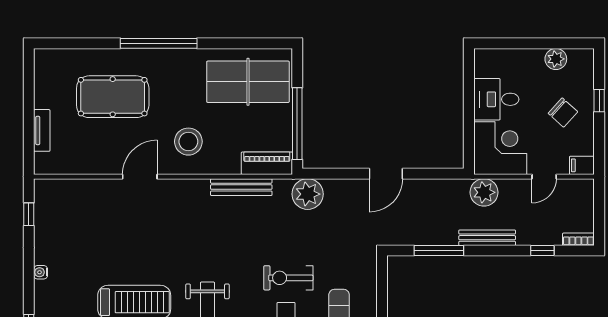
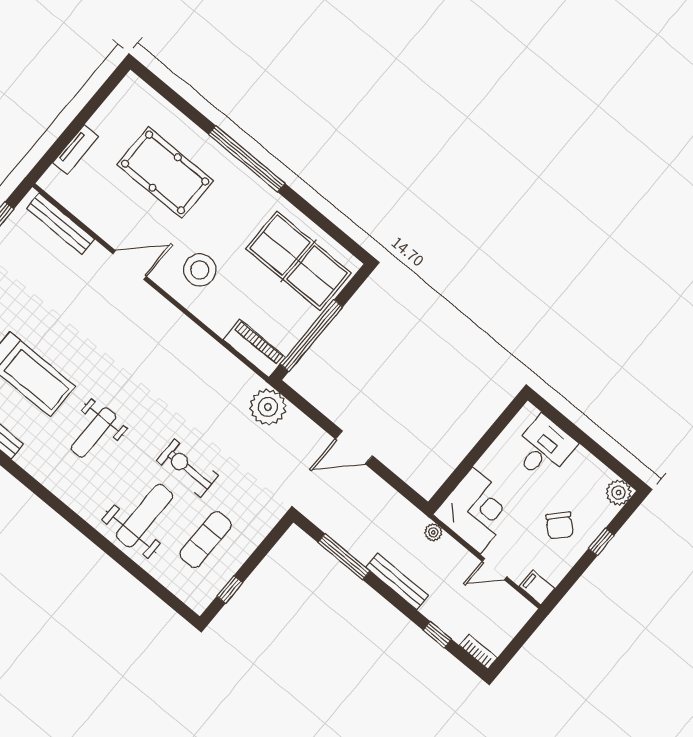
plant: (556, 59) -> (618, 493), moved
desk: (496, 99) -> (543, 448), moved, turned 90
bench: (241, 187) -> (61, 224), moved
plant: (484, 192) -> (433, 532), width x0.53, depth x0.53

